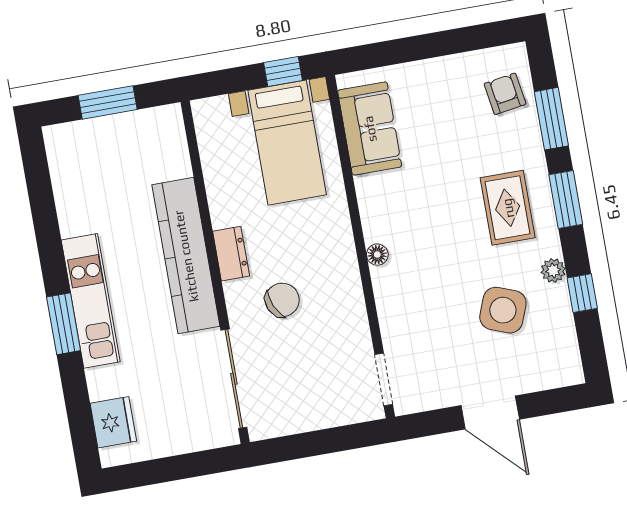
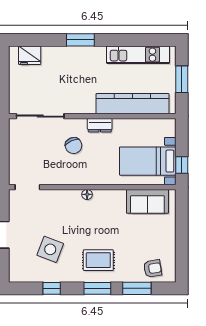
kitchen counter: (186, 256) -> (133, 104), moved
plant: (553, 270) -> (65, 276), removed
kitchen unit: (91, 301) -> (138, 55), moved

